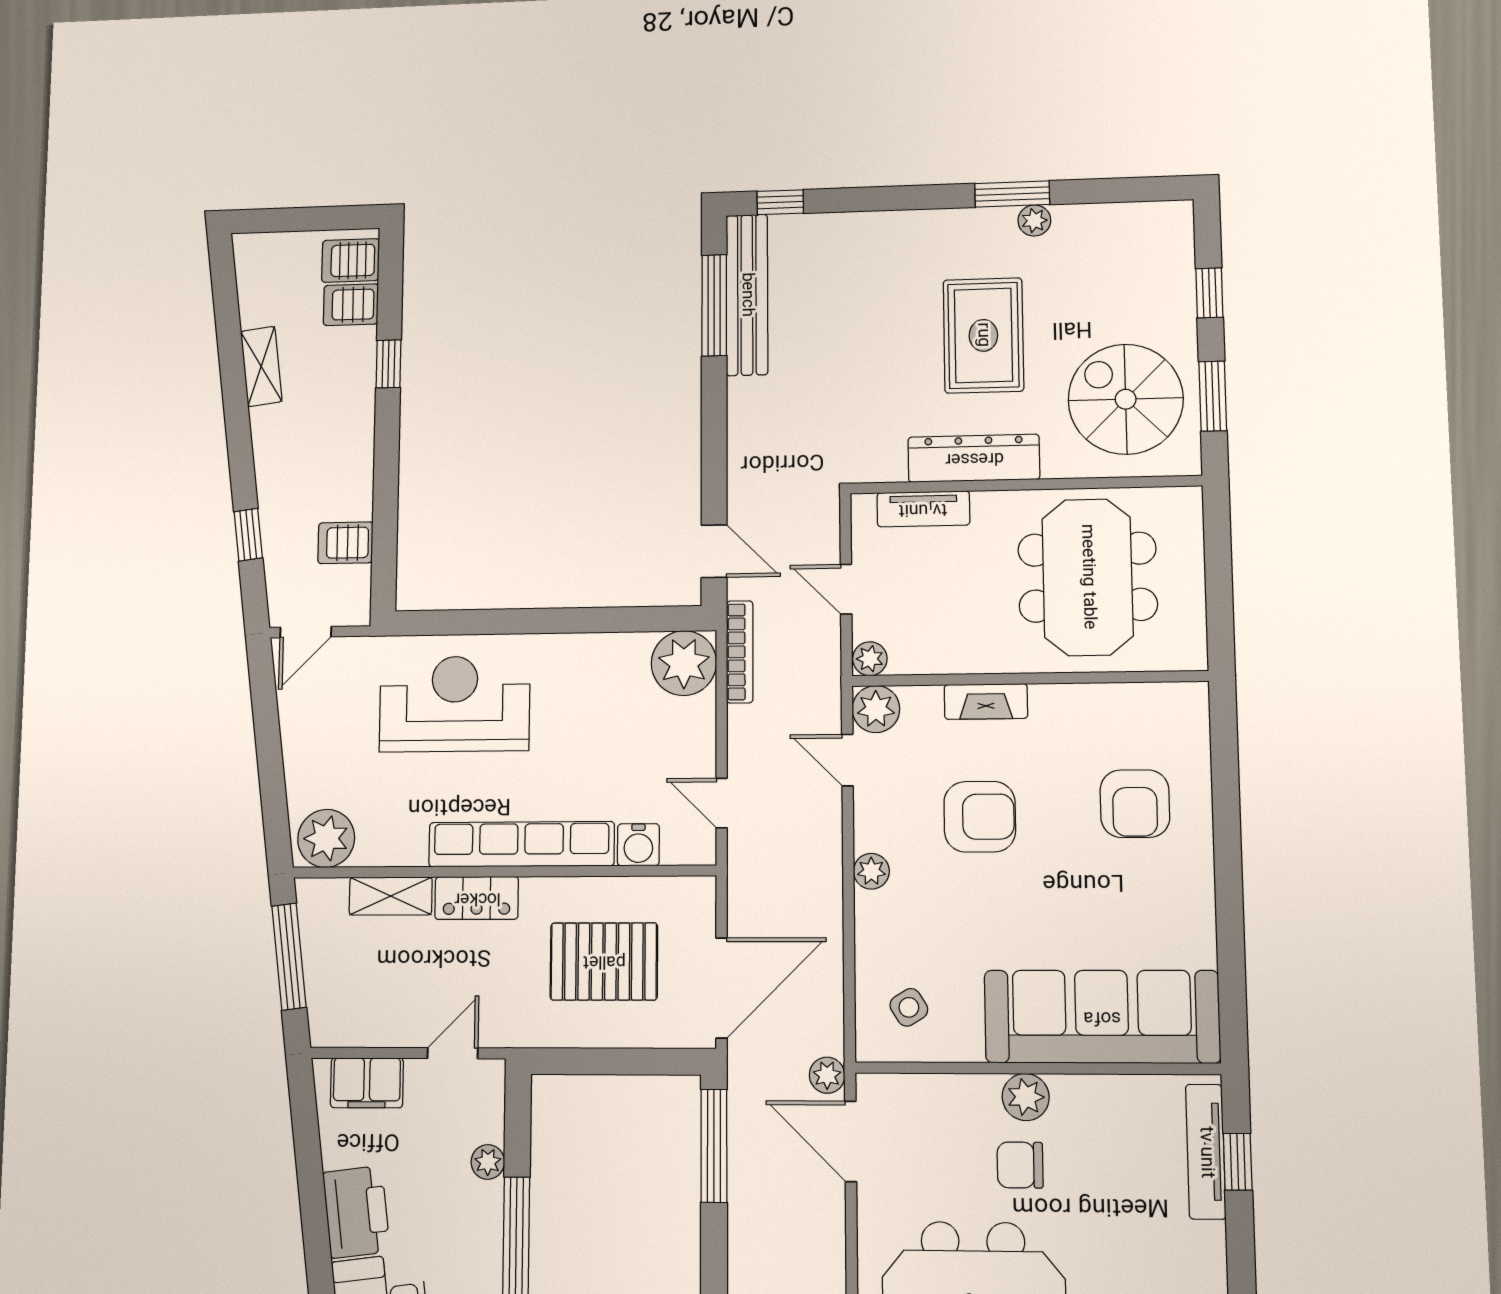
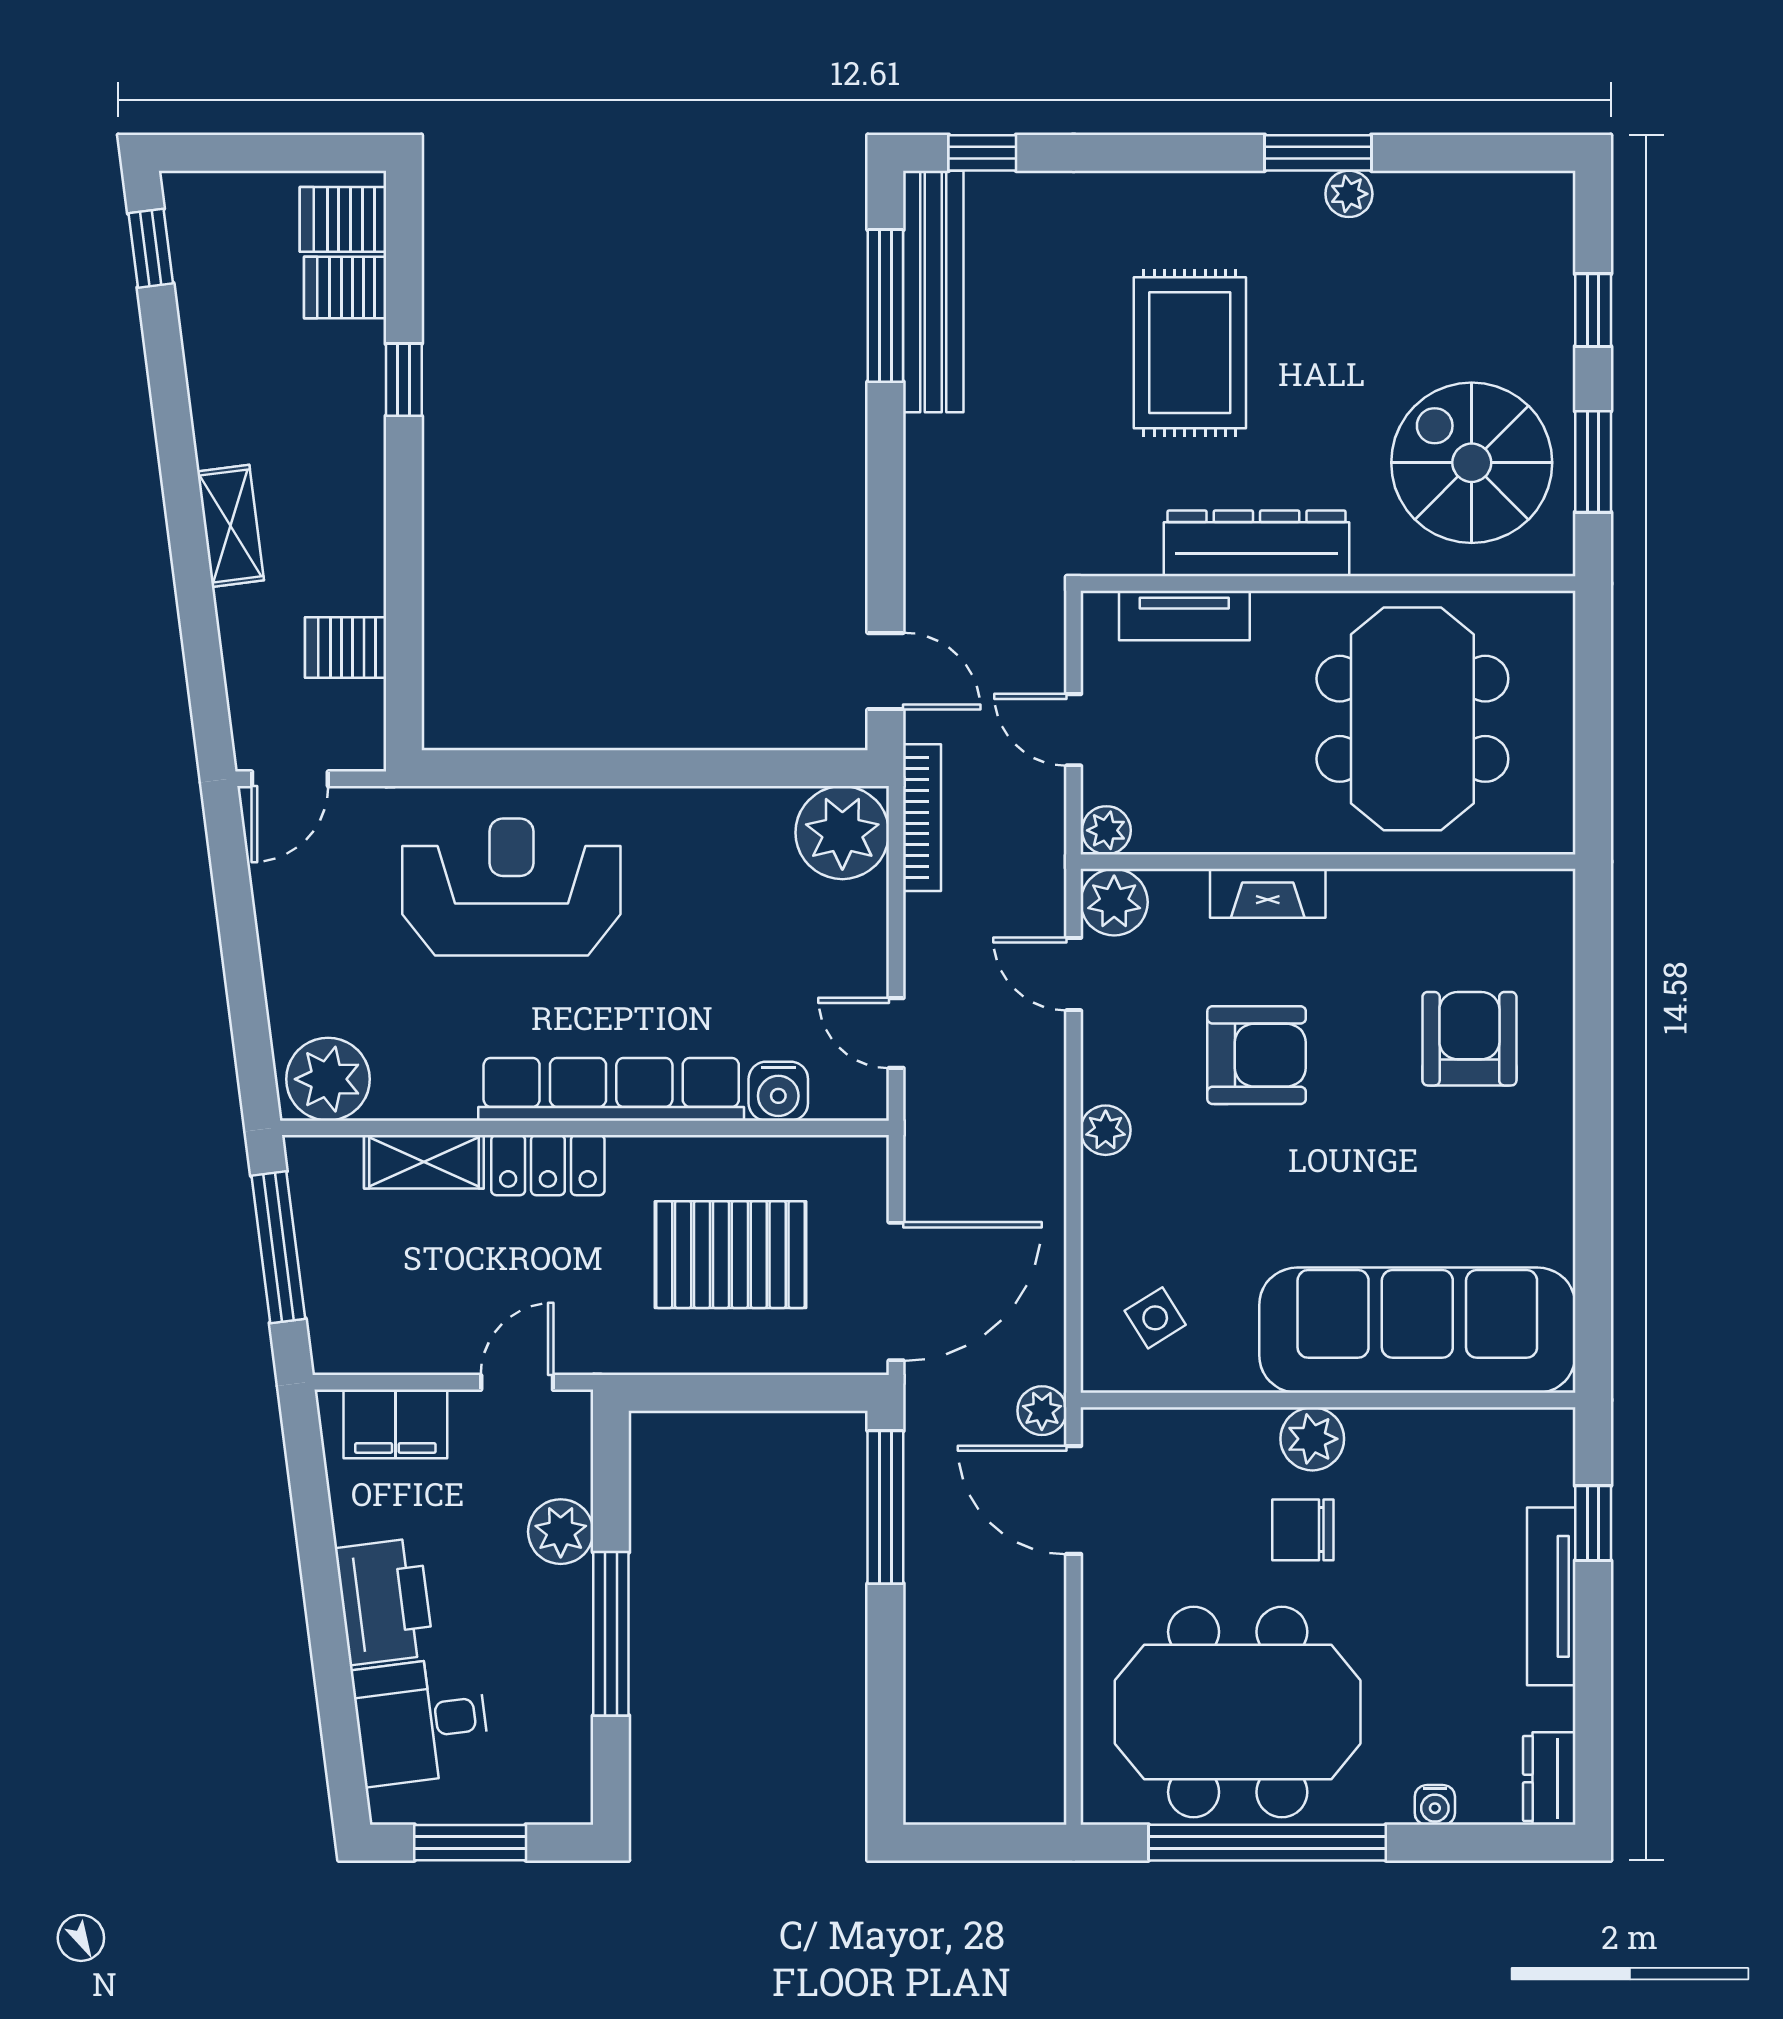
rug: (983, 335) -> (1190, 353), moved
shelving: (261, 366) -> (231, 526), moved
window: (248, 535) -> (151, 248), moved
armchair: (1135, 804) -> (1469, 1039), turned 180
tv unit: (1206, 1152) -> (1551, 1596), moved
plant: (488, 1162) -> (561, 1532), width x1.38, depth x1.38

